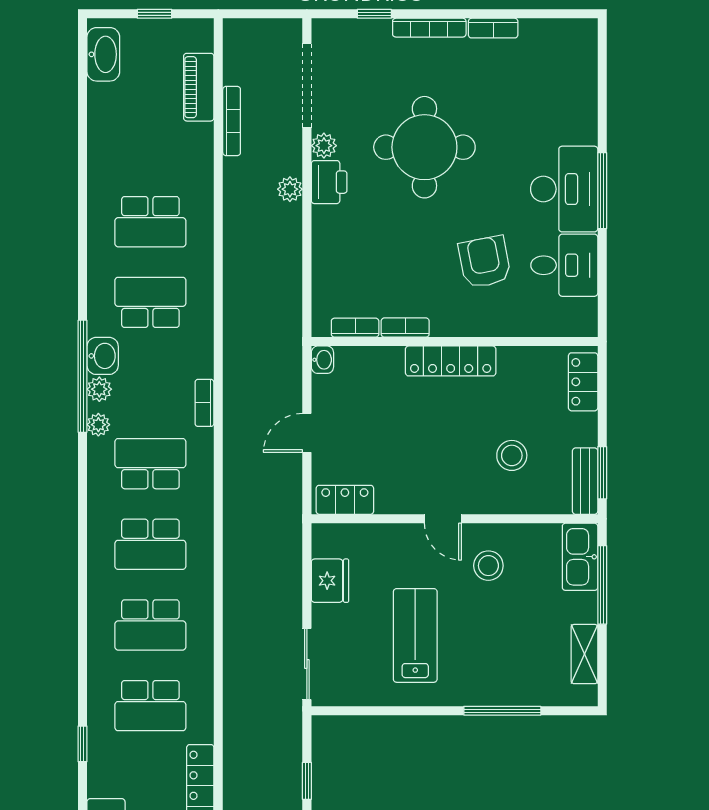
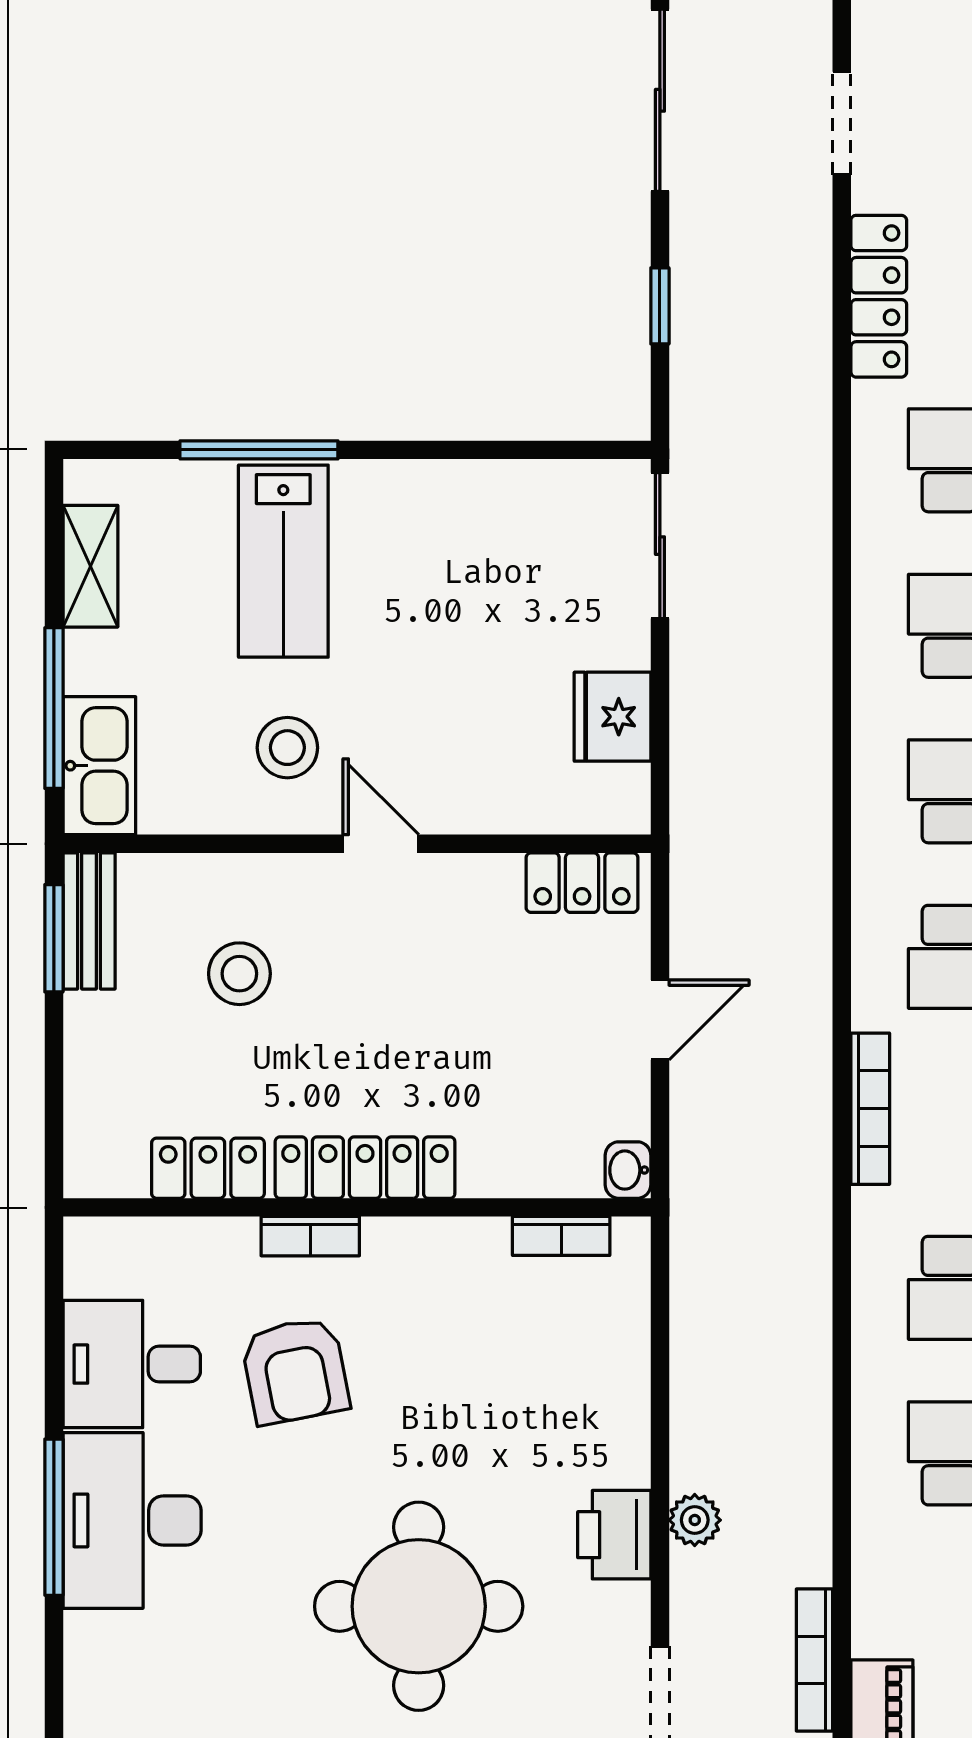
plant: (324, 146) -> (625, 1610), removed
bookcase: (405, 328) -> (310, 1236), moved
locker: (583, 382) -> (208, 1168), moved, turned -90
bookcase: (204, 403) -> (870, 1109), width x1.56
lab bench: (415, 635) -> (283, 561), moved

